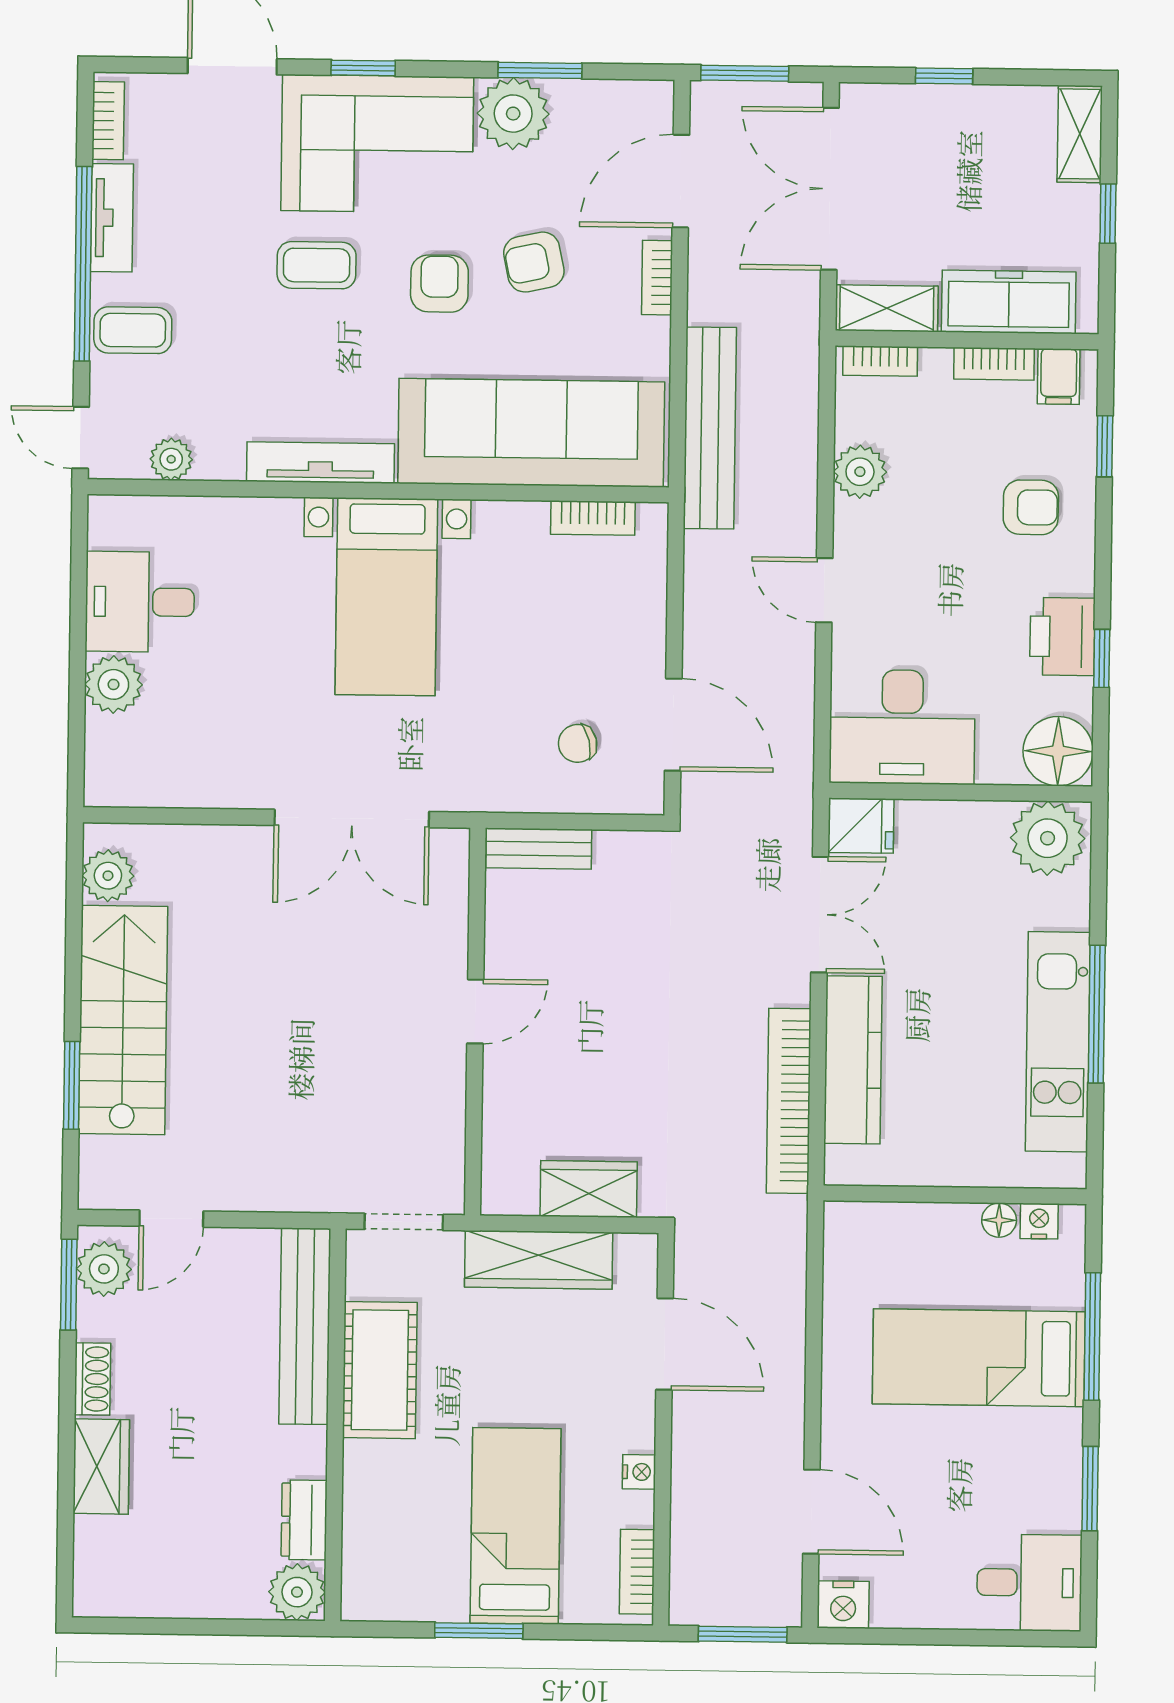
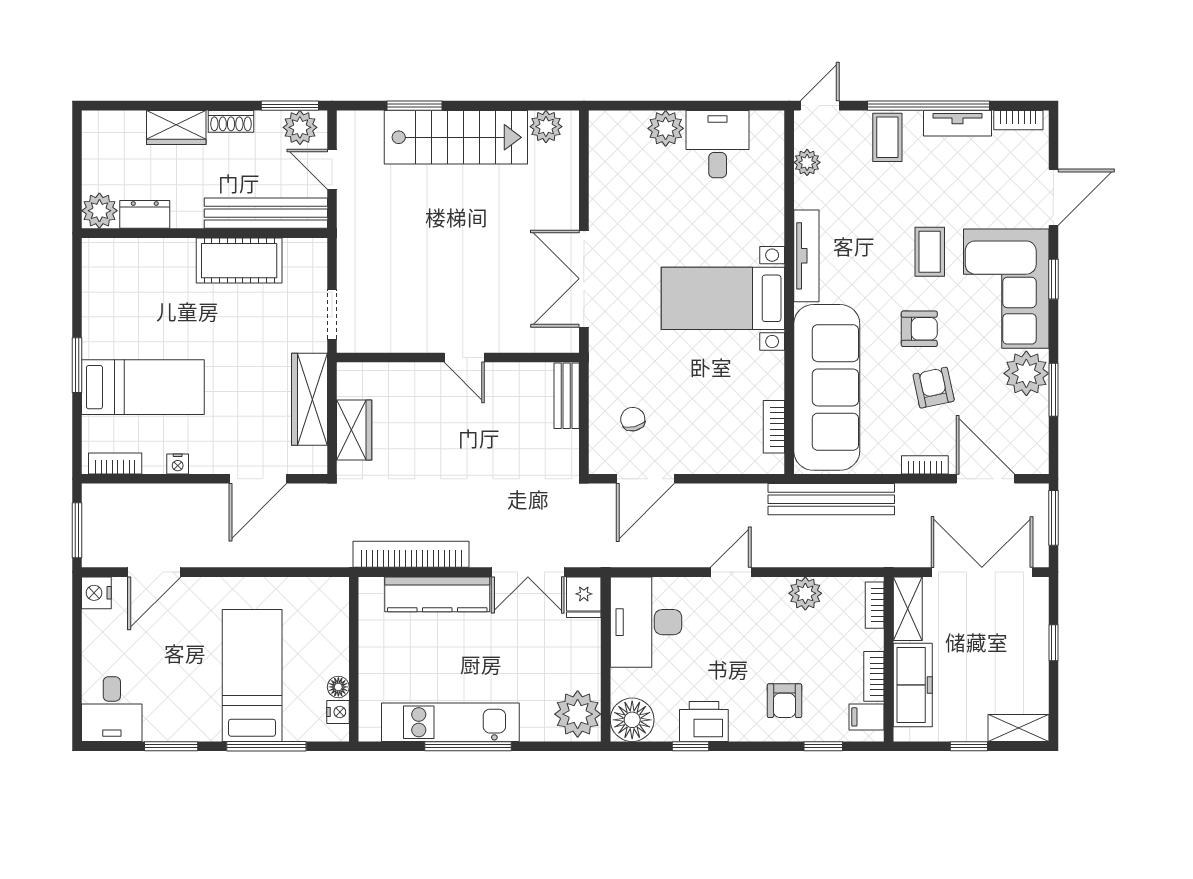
bench: (305, 1326) -> (266, 213), moved
cot: (380, 1370) -> (239, 261), moved
wall: (335, 1425) -> (204, 233), moved
dresser: (304, 1520) -> (145, 214), moved
plant: (297, 1592) -> (99, 211), moved

